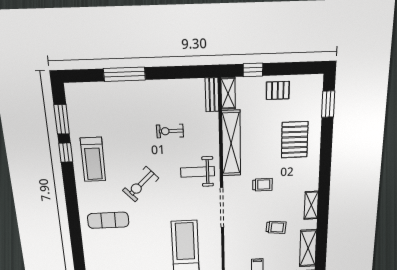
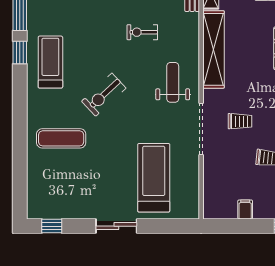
treadmill: (93, 159) -> (50, 62), turned 180
weight bench: (198, 172) -> (173, 82), turned 90
trolley: (262, 185) -> (240, 121), moved

